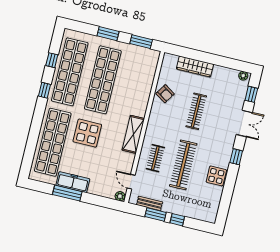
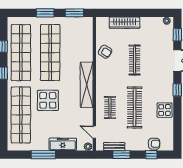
shelving: (133, 134) -> (87, 85), width x1.47
freezer: (73, 182) -> (63, 144), moved
armchair: (195, 211) -> (154, 144), added
window: (177, 220) -> (151, 155), moved

